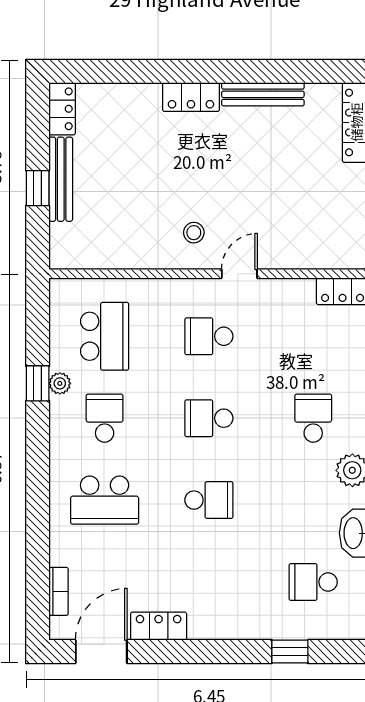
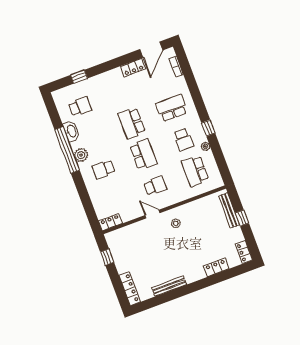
locker: (191, 97) -> (216, 267), moved
bench: (61, 179) -> (229, 210), moved
door: (239, 274) -> (152, 214), swing flipped
window: (38, 383) -> (208, 128), moved
school desk: (209, 418) -> (143, 154), width x1.85
school desk: (313, 418) -> (104, 169), turned 90
school desk: (209, 500) -> (132, 123), width x1.85

